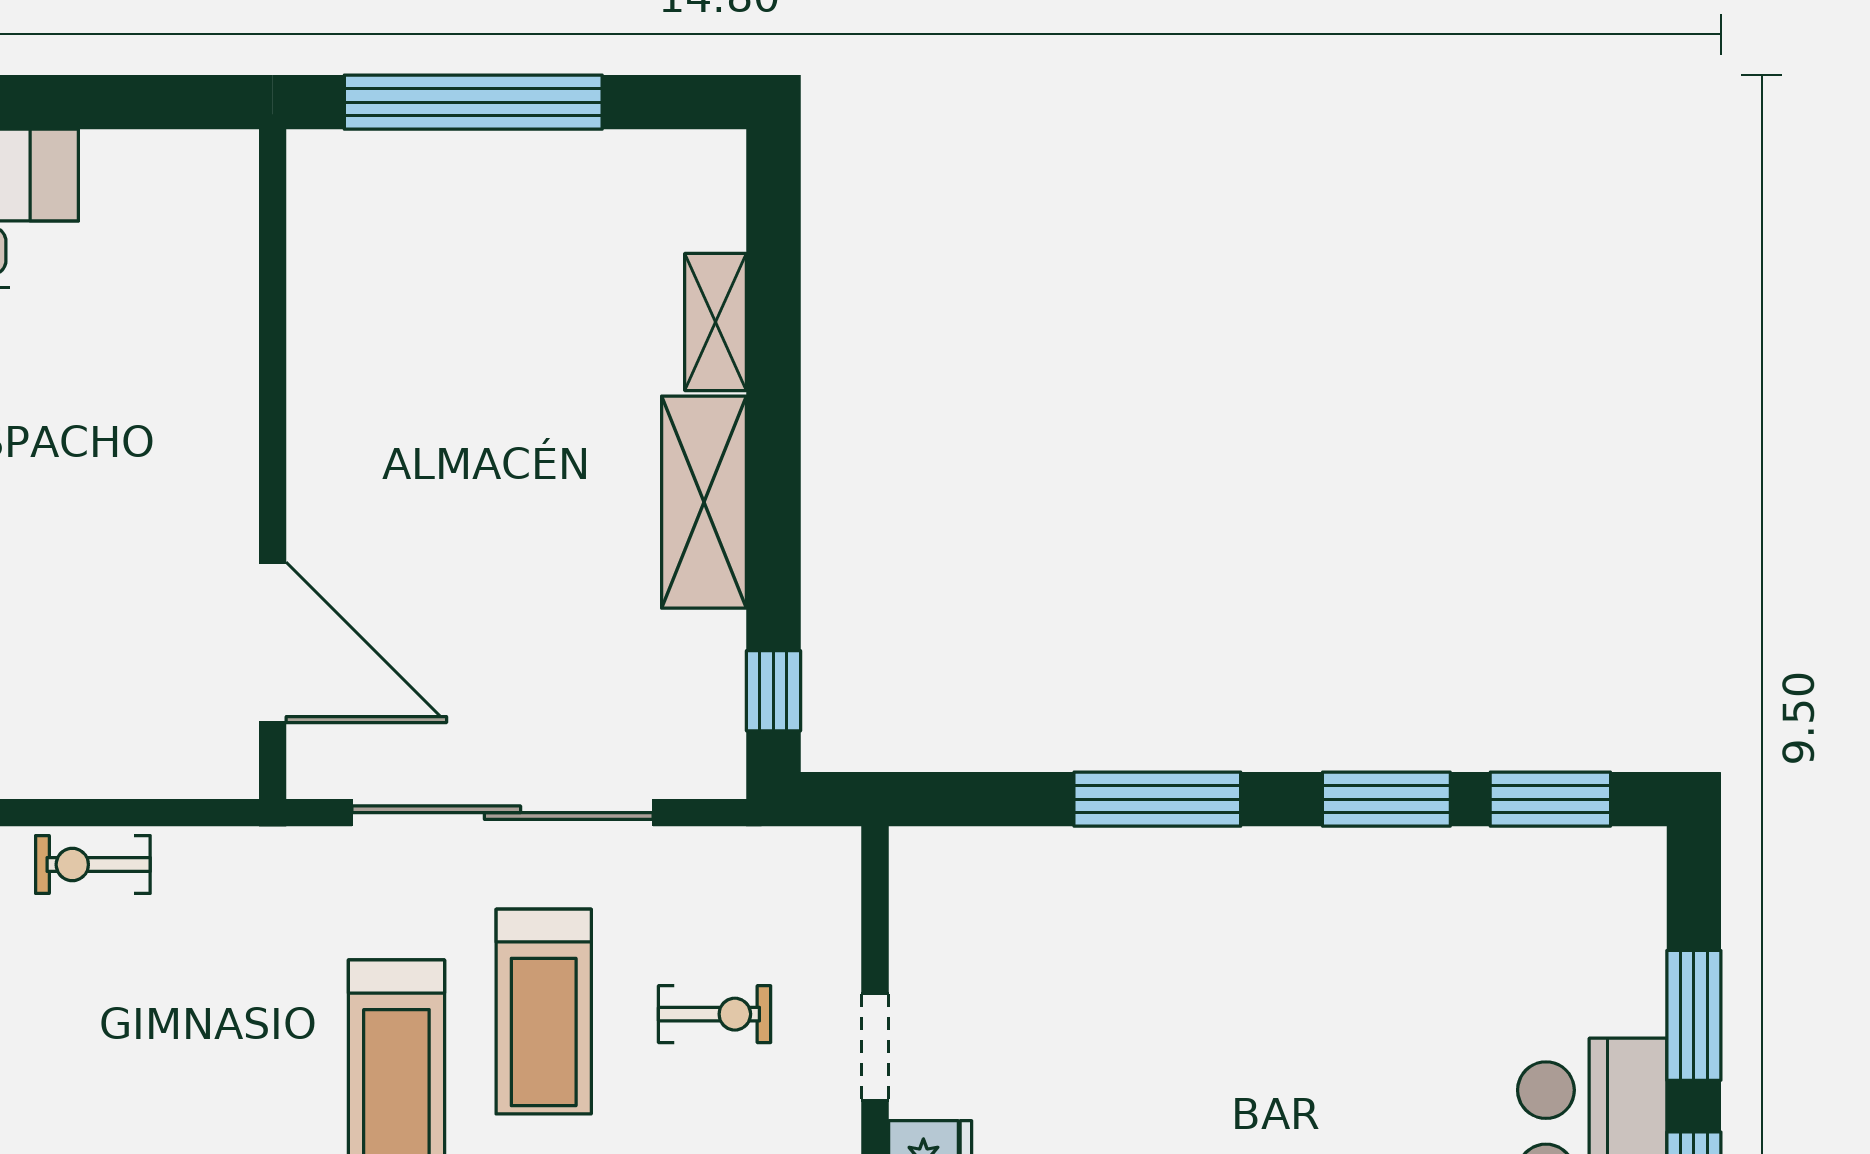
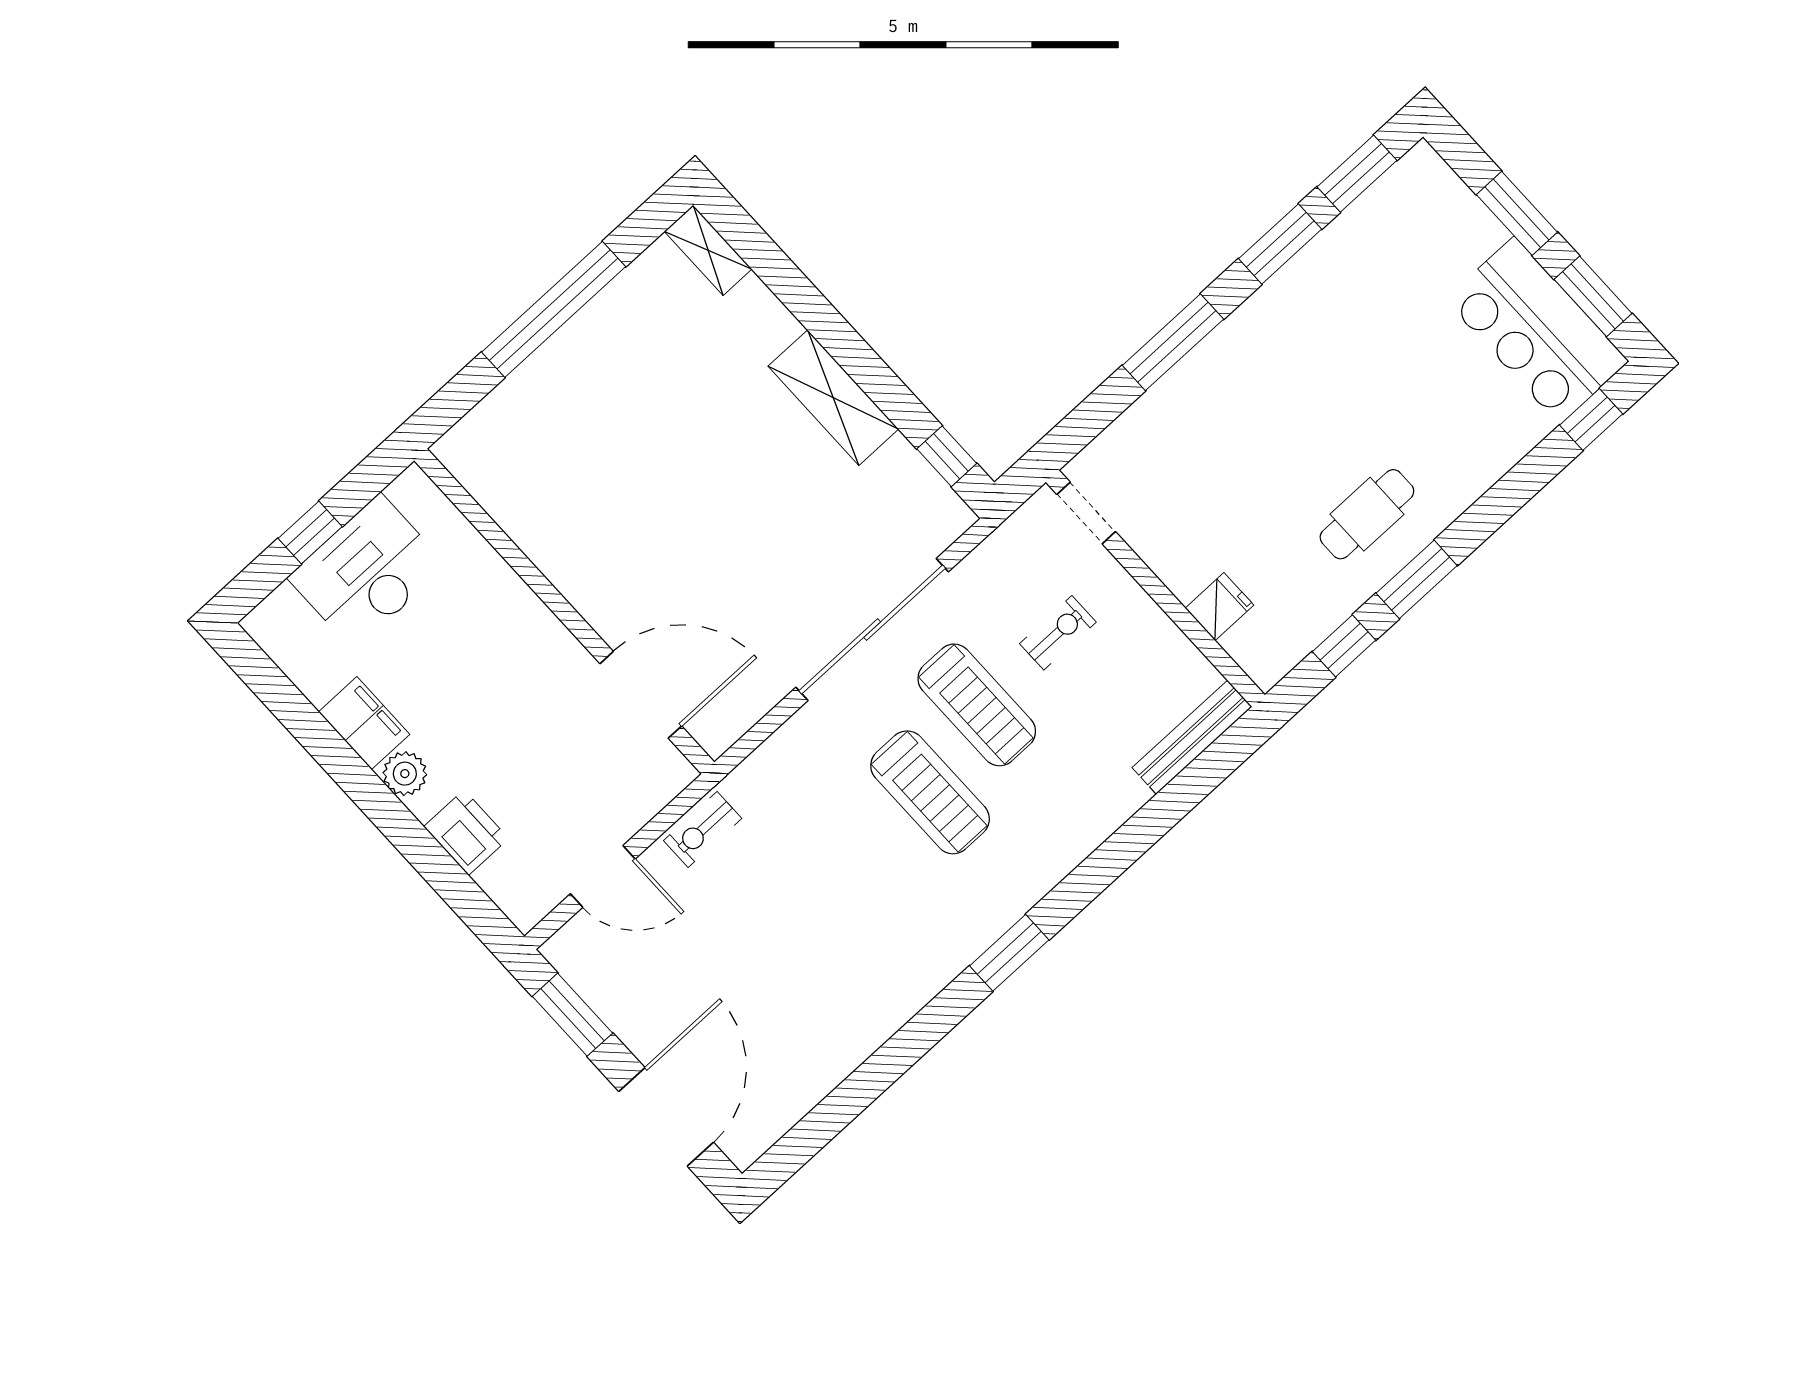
shelving: (716, 322) -> (708, 250), moved
wall: (273, 464) -> (564, 611), moved
door: (273, 642) -> (641, 695), moved
doorway: (875, 1047) -> (1086, 513), moved

